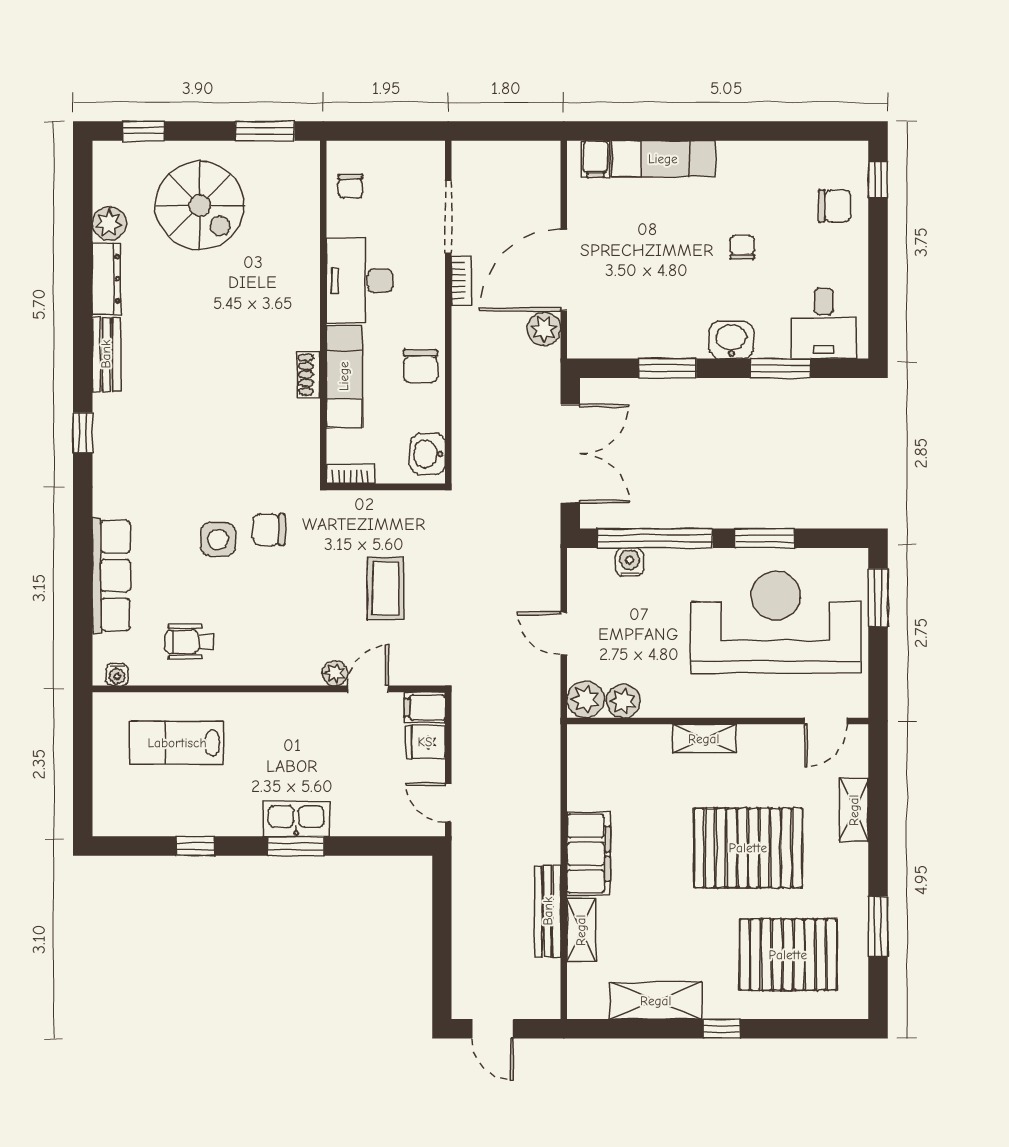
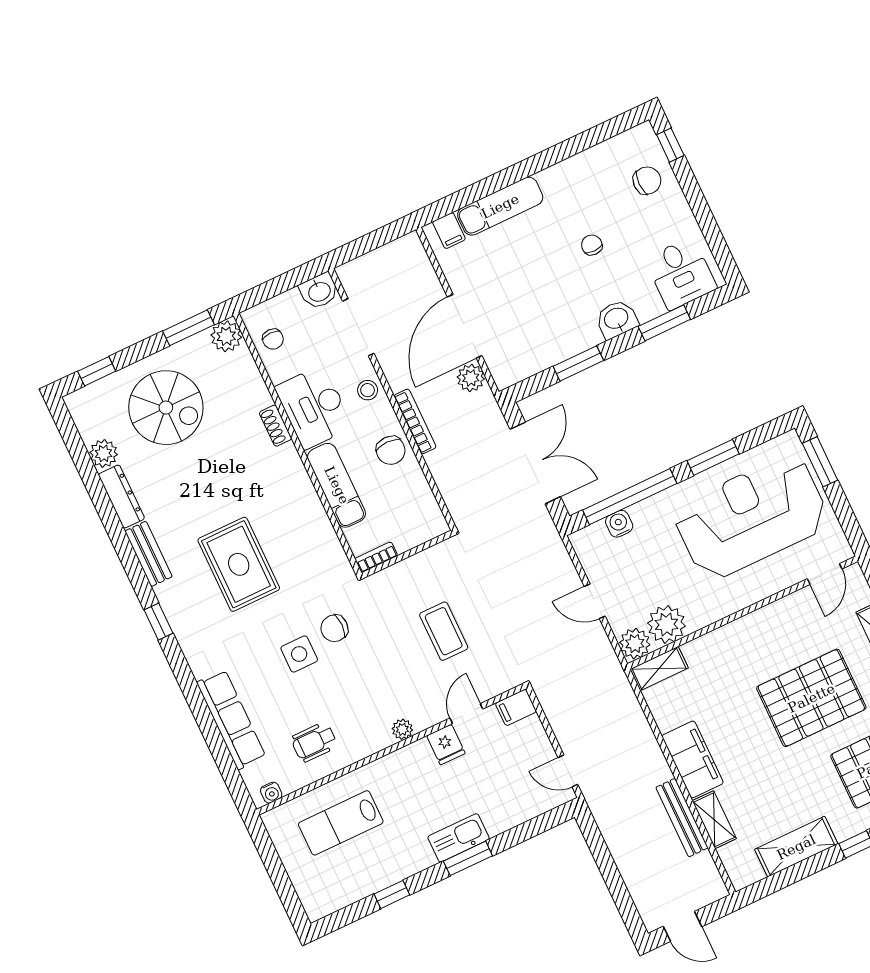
plant: (301, 159) -> (226, 336), added
bookcase: (462, 280) -> (415, 421), moved, width x1.56
stool: (426, 290) -> (368, 390), added
shoe rack: (309, 375) -> (275, 426), moved
rug: (198, 412) -> (239, 564), added
washbasin: (428, 454) -> (319, 291), moved, turned -90
plant: (335, 673) -> (402, 729), moved
plant: (623, 701) -> (667, 624), width x1.36, depth x1.36
shelving: (704, 739) -> (659, 669), moved
fridge: (425, 742) -> (446, 744), moved, turned -90

